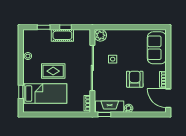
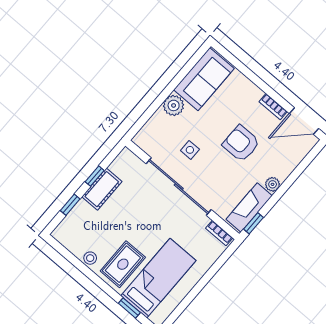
plant: (100, 35) -> (174, 105), moved
sofa: (157, 48) -> (204, 79), moved, turned -90
rug: (53, 71) -> (123, 264), moved

